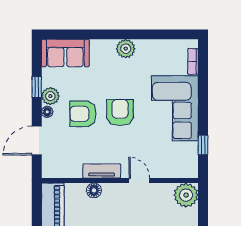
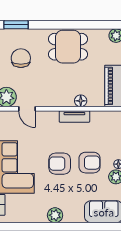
armchair: (120, 113) -> (60, 164), turned 90
door: (139, 181) -> (27, 109), moved

